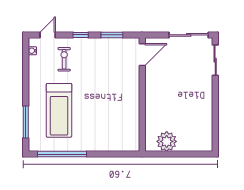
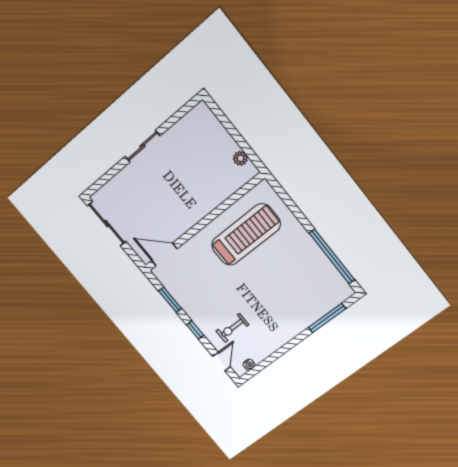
door: (48, 35) -> (222, 362), swing flipped
sliding door: (215, 60) -> (142, 146), moved
treadmill: (59, 110) -> (246, 235), moved
plant: (167, 141) -> (240, 158), width x0.53, depth x0.53

